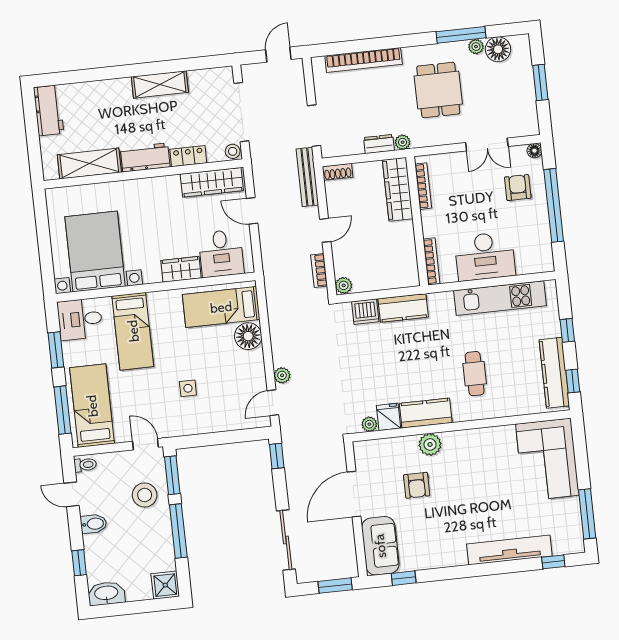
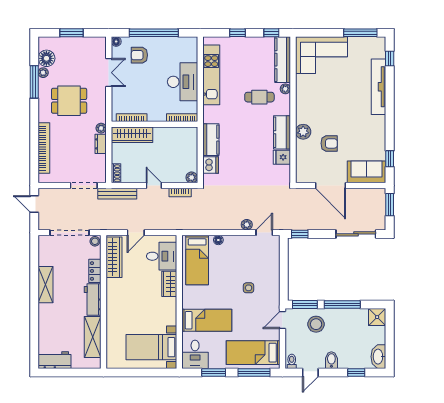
bed with nightstands: (95, 252) -> (151, 347), width x0.73
floor lamp: (248, 336) -> (218, 240), width x0.53, depth x0.53
kitchen counter: (554, 373) -> (283, 60), moved, turned 90
door: (273, 403) -> (264, 233), swing flipped
plant: (369, 424) -> (285, 89), moved

